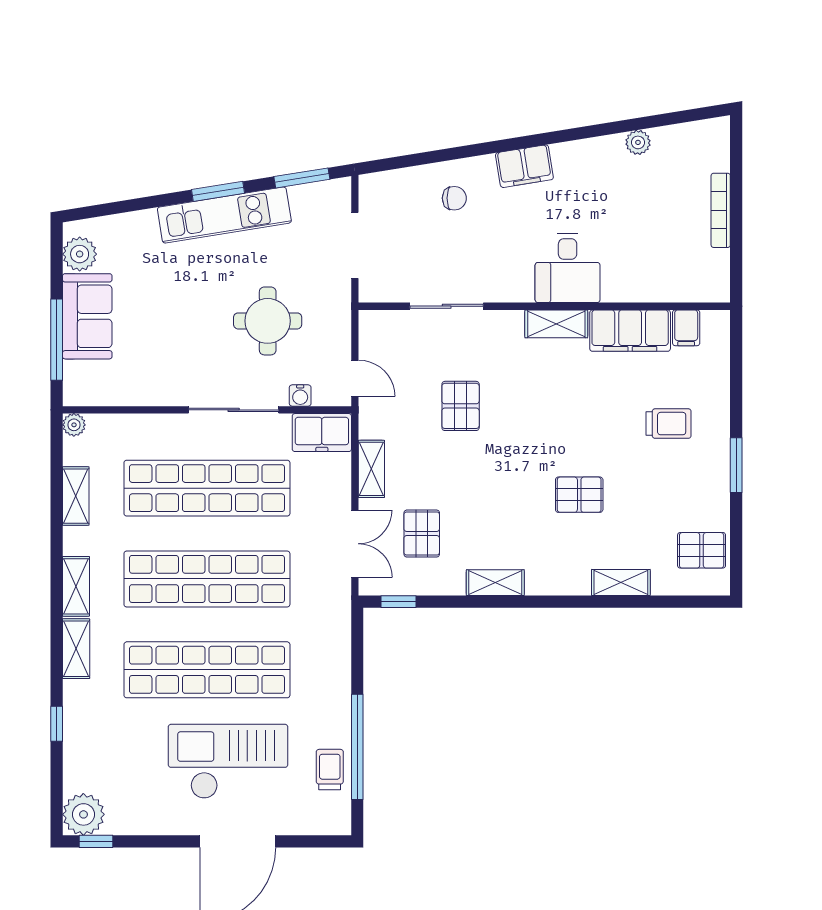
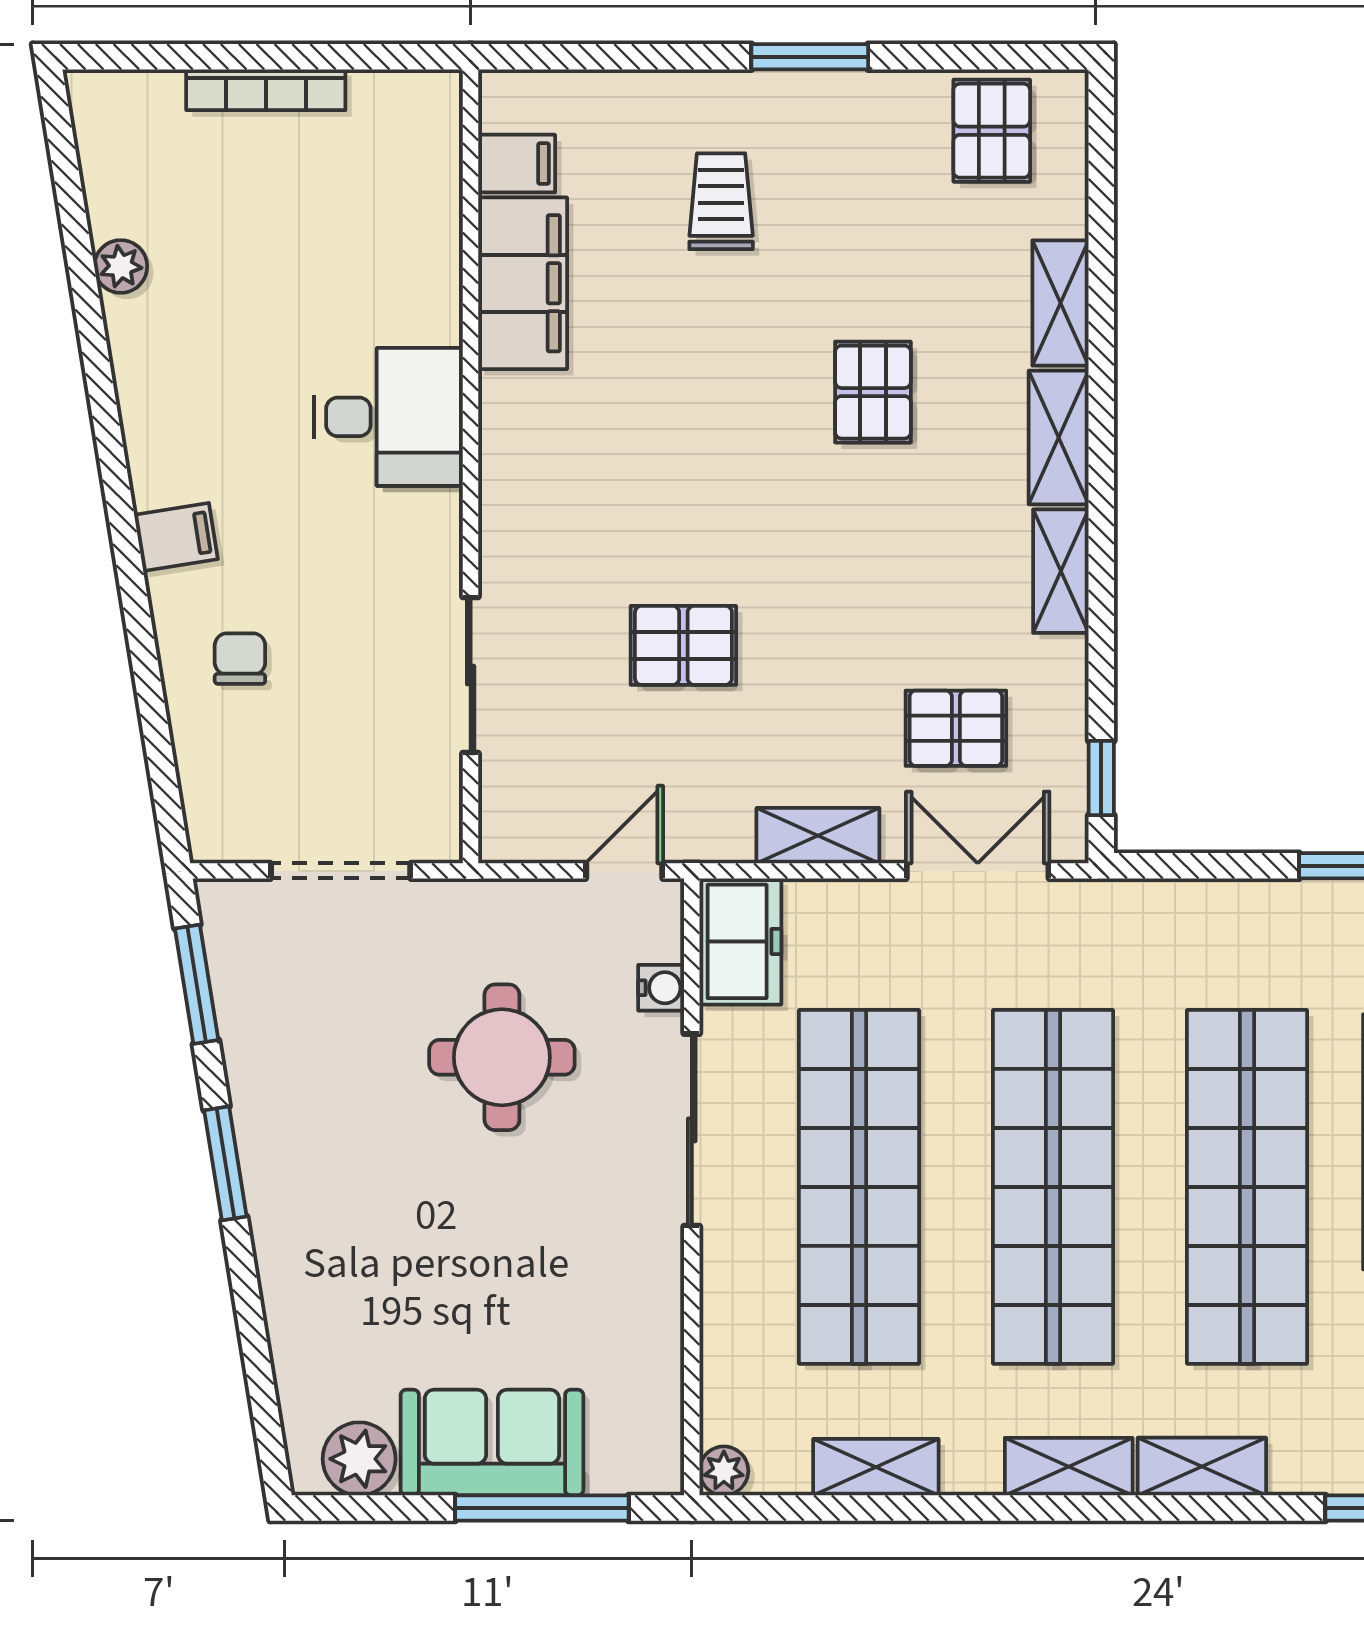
filing cabinet: (524, 166) -> (176, 537), width x0.50
kitchen unit: (224, 215) -> (276, 1150), removed
shelving: (556, 324) -> (1059, 437), moved

